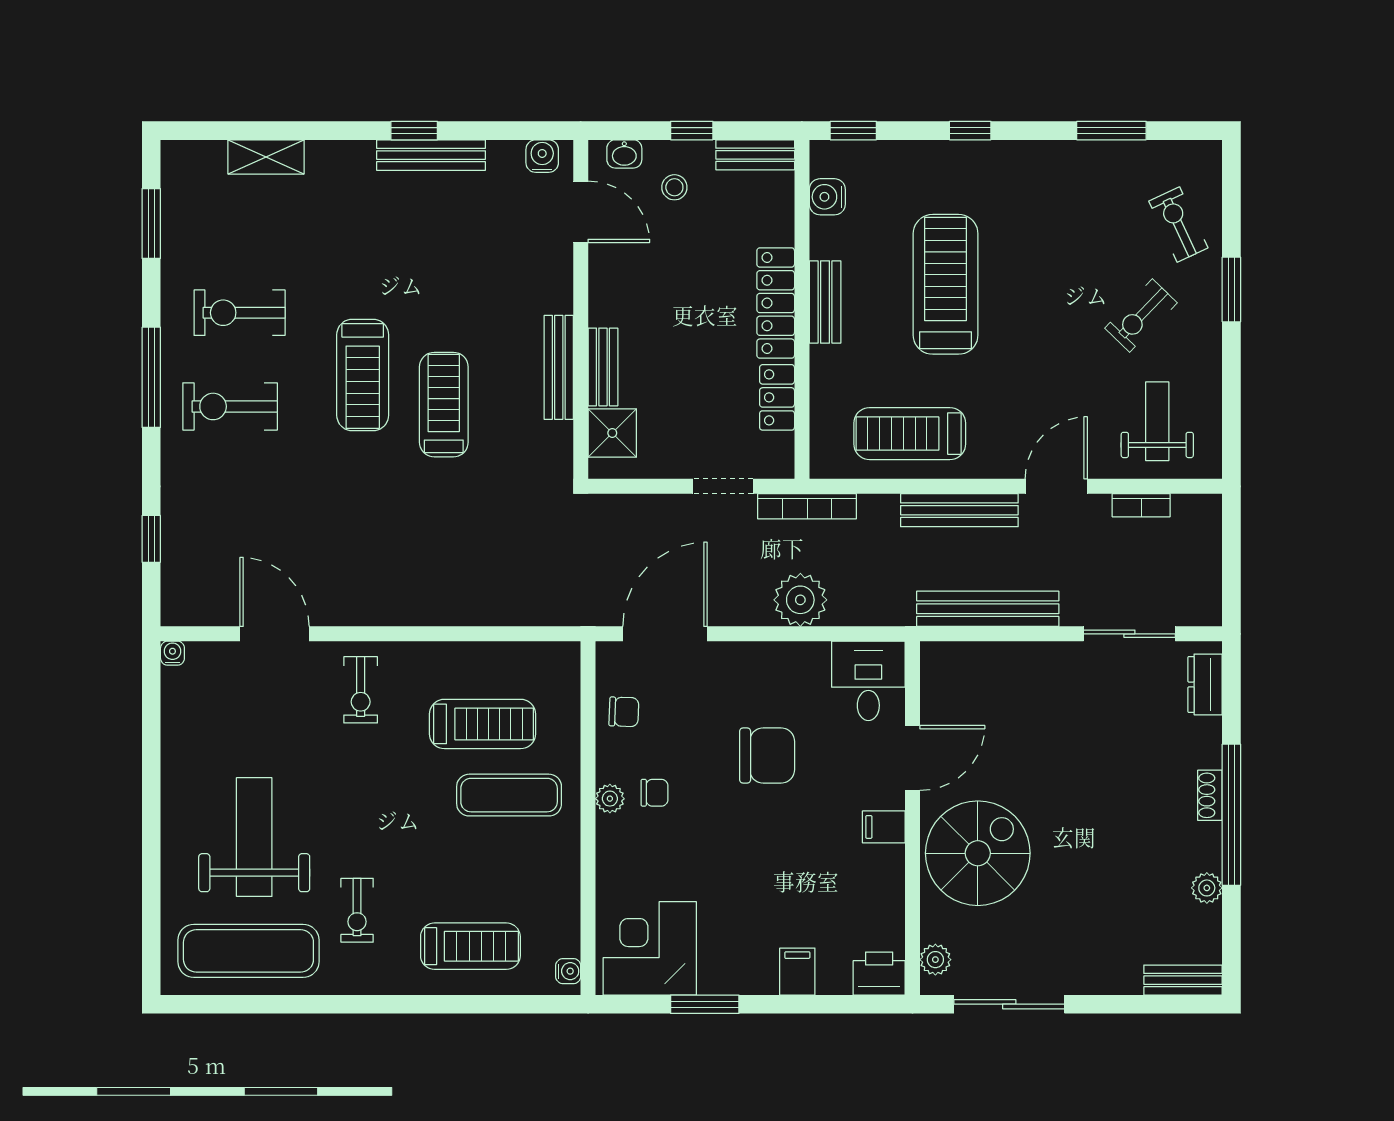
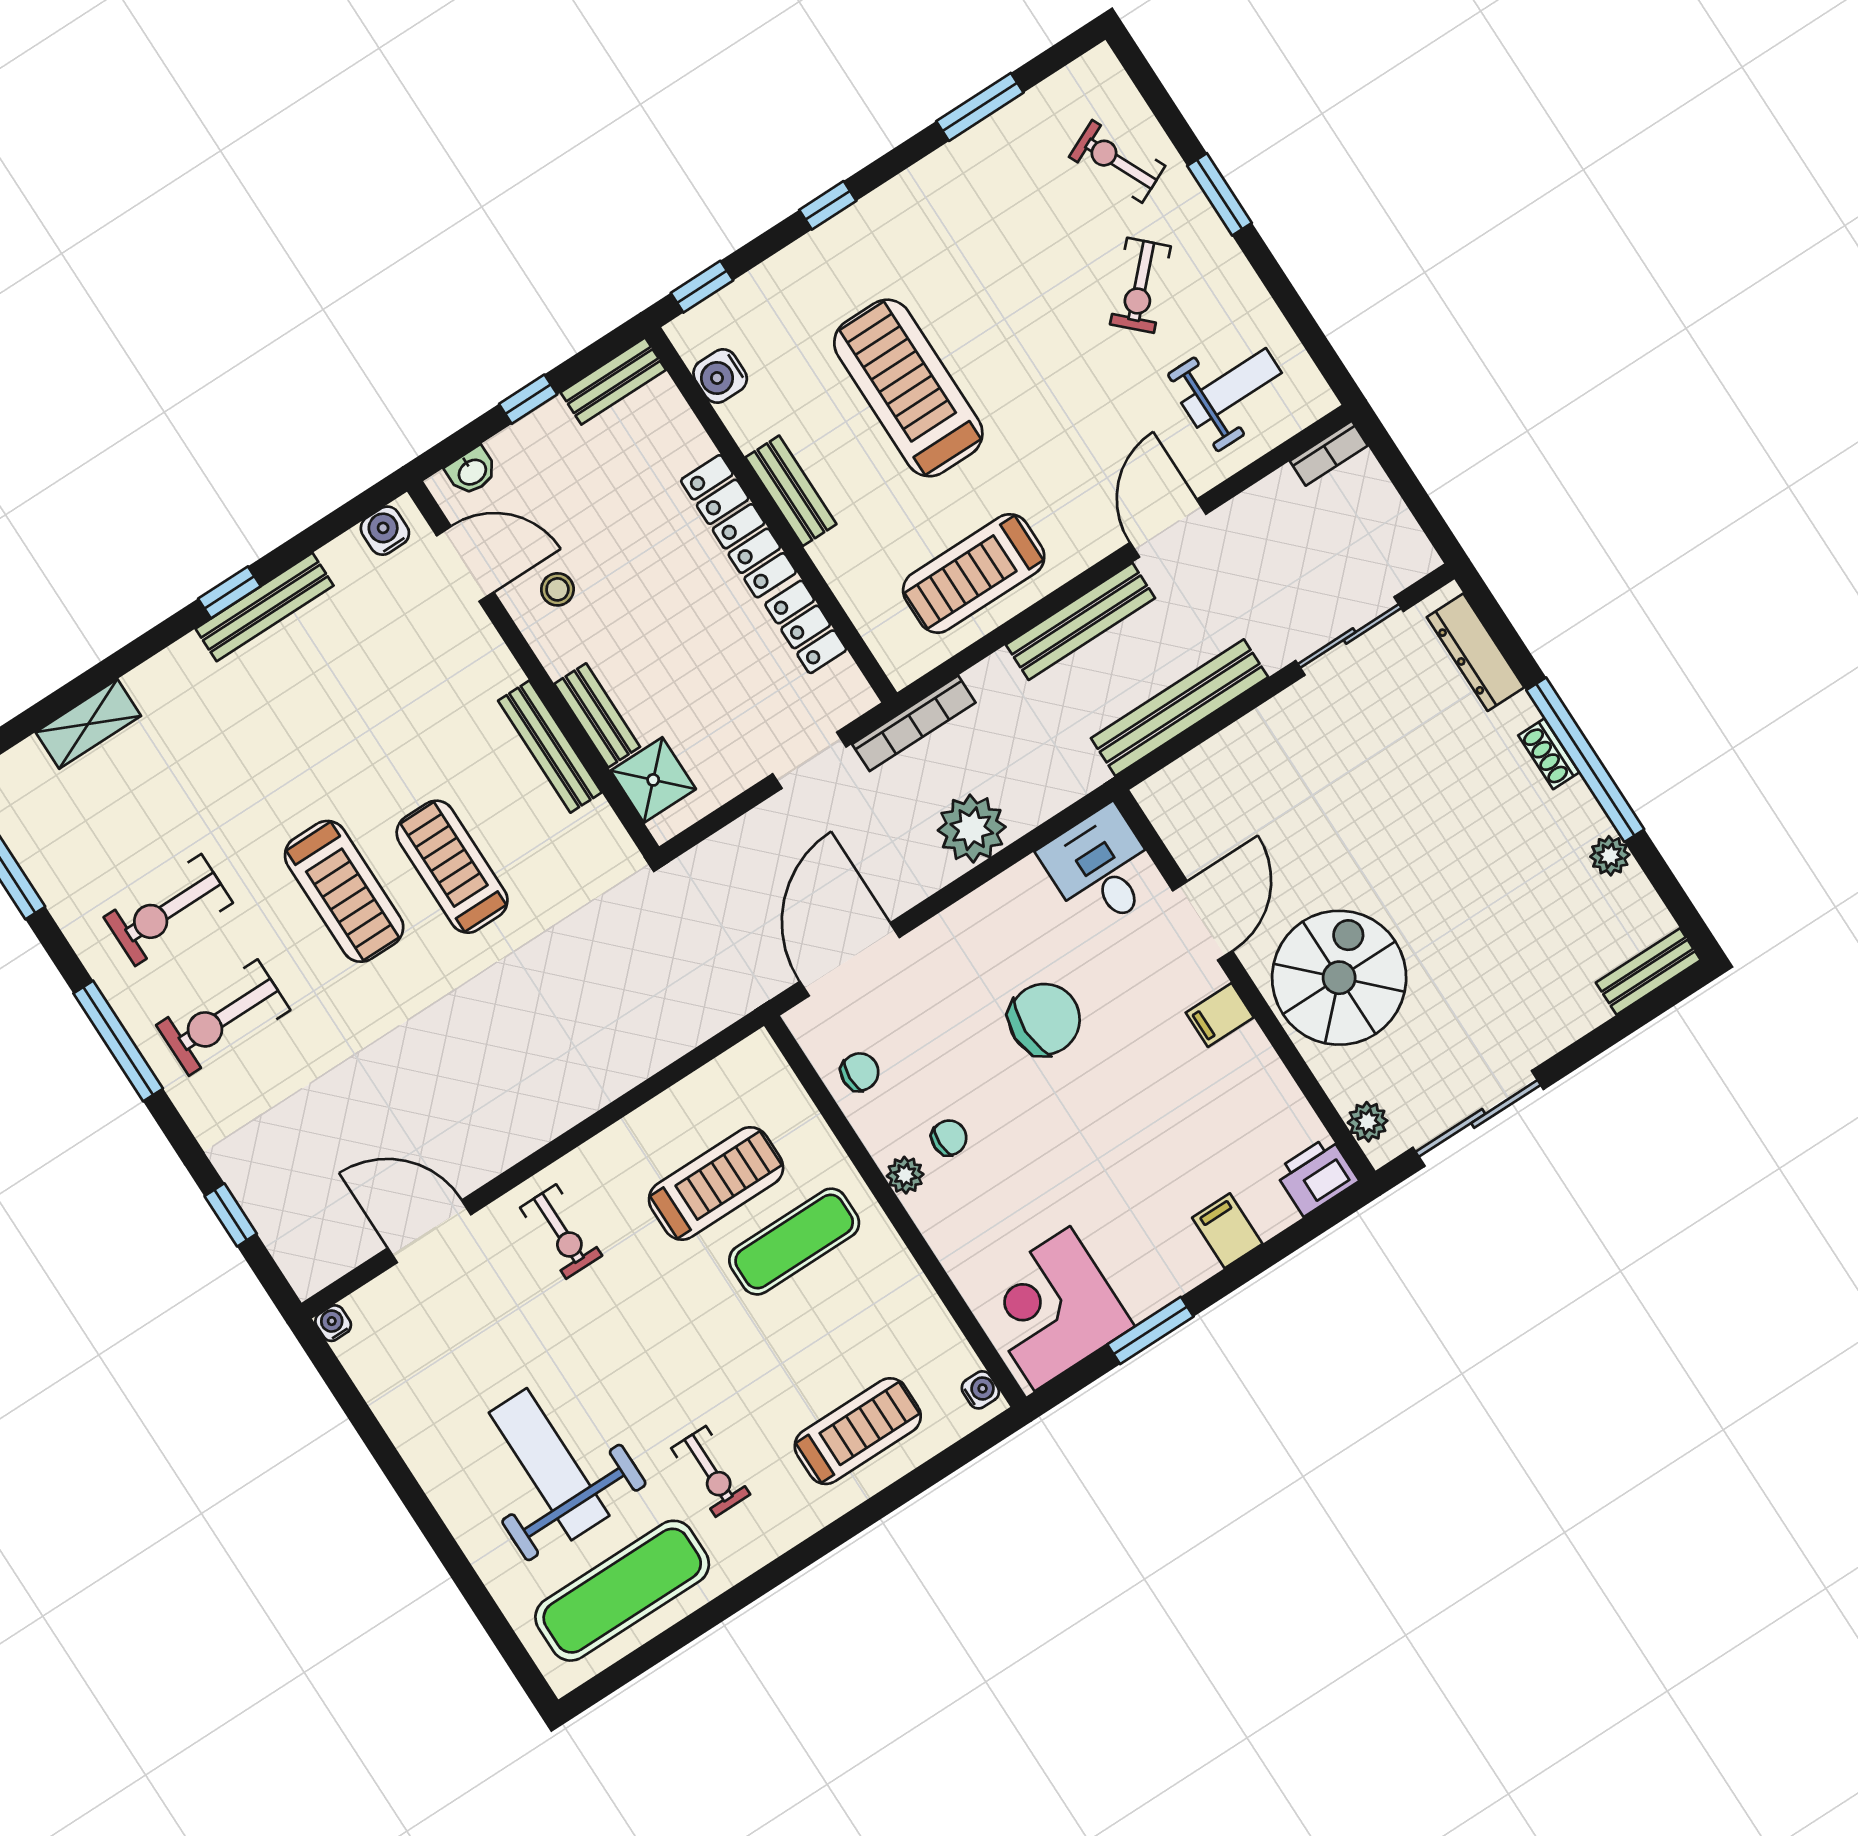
stool: (674, 187) -> (557, 589), moved
weight bench: (1157, 421) -> (1232, 388), turned 90
bookcase: (1141, 505) -> (1329, 453), moved
dresser: (1205, 684) -> (1476, 652), width x1.44

